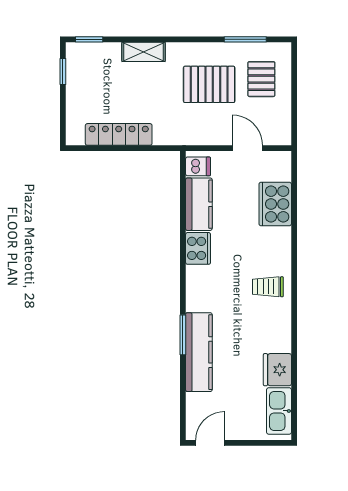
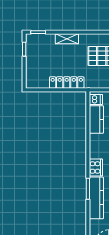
locker: (119, 134) -> (67, 83), moved
cooker: (198, 248) -> (96, 167), moved

